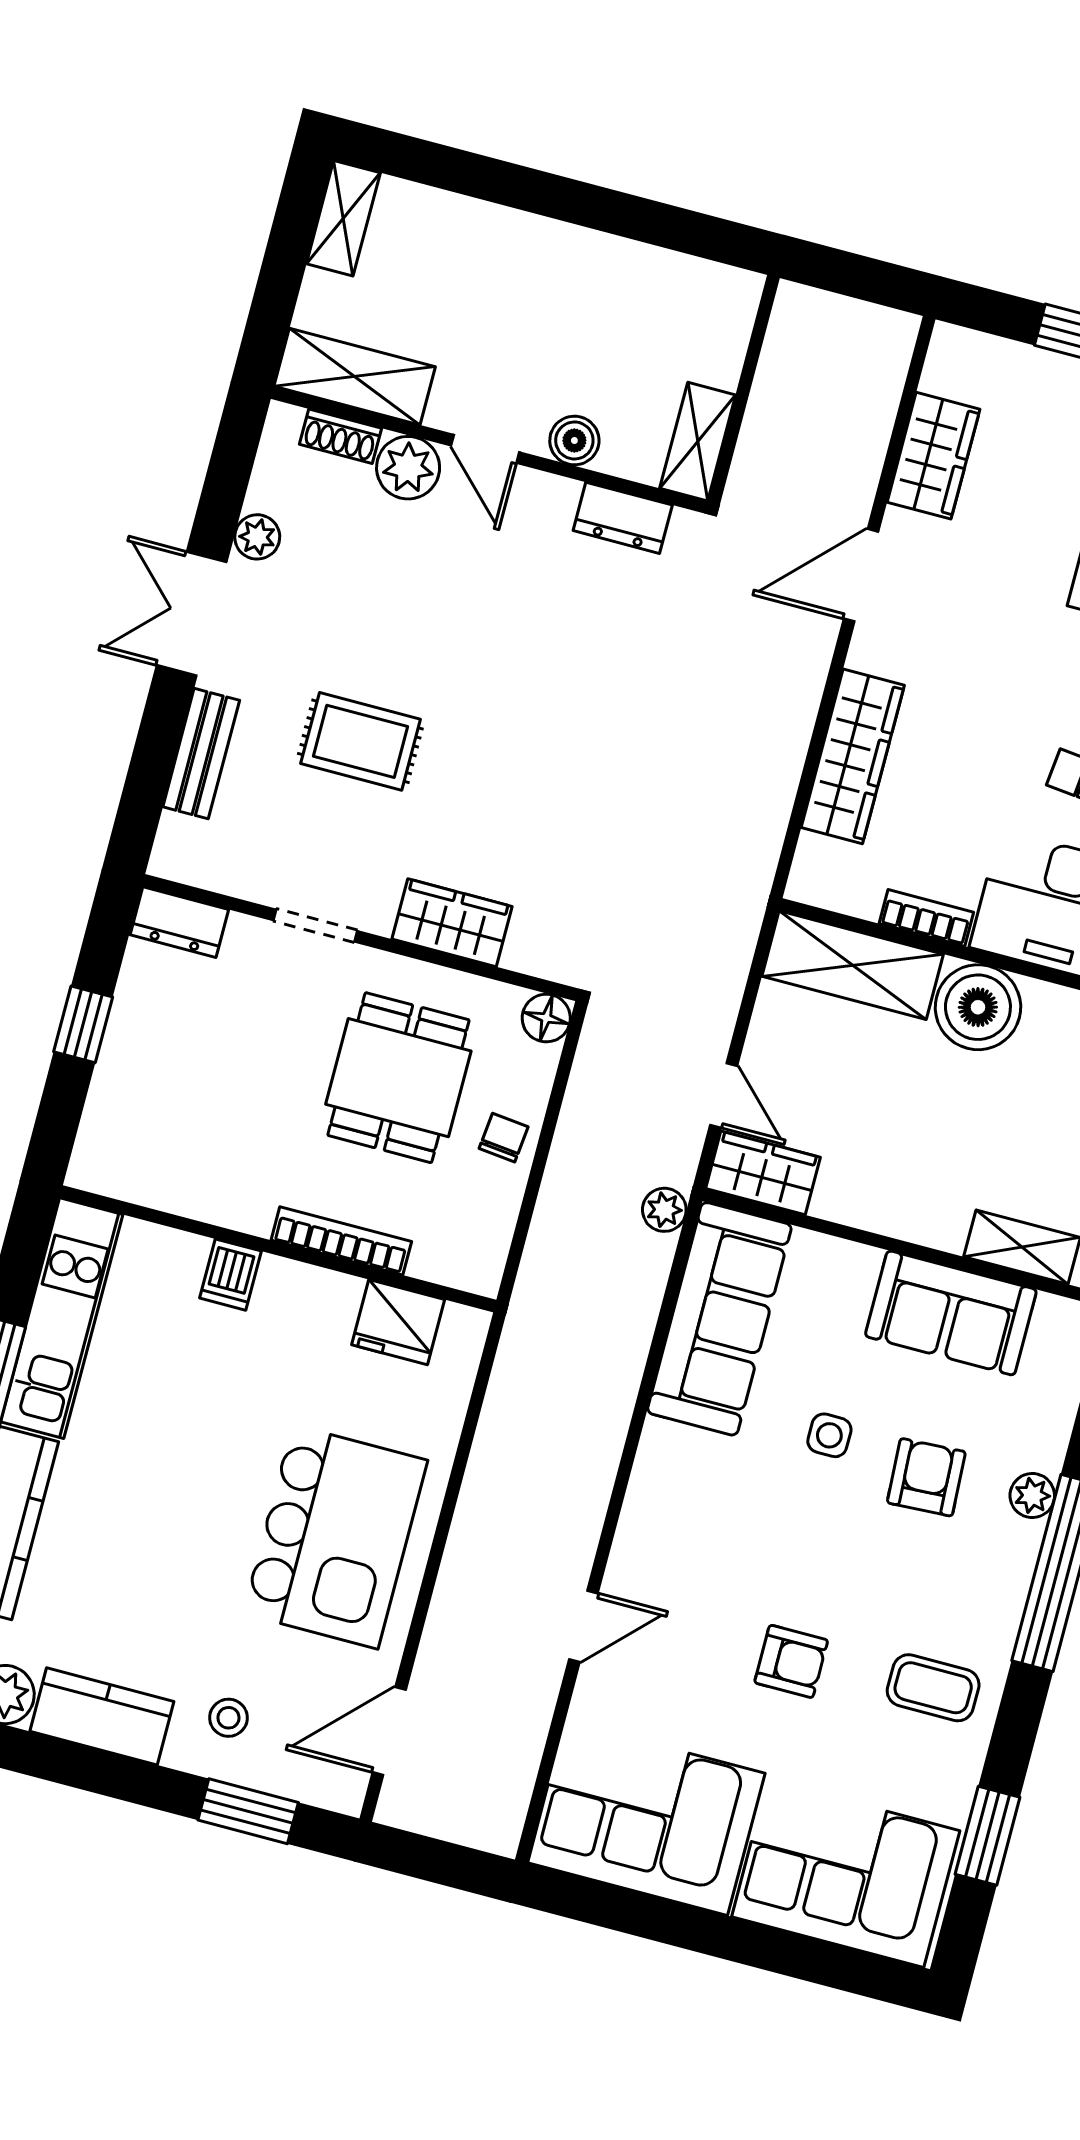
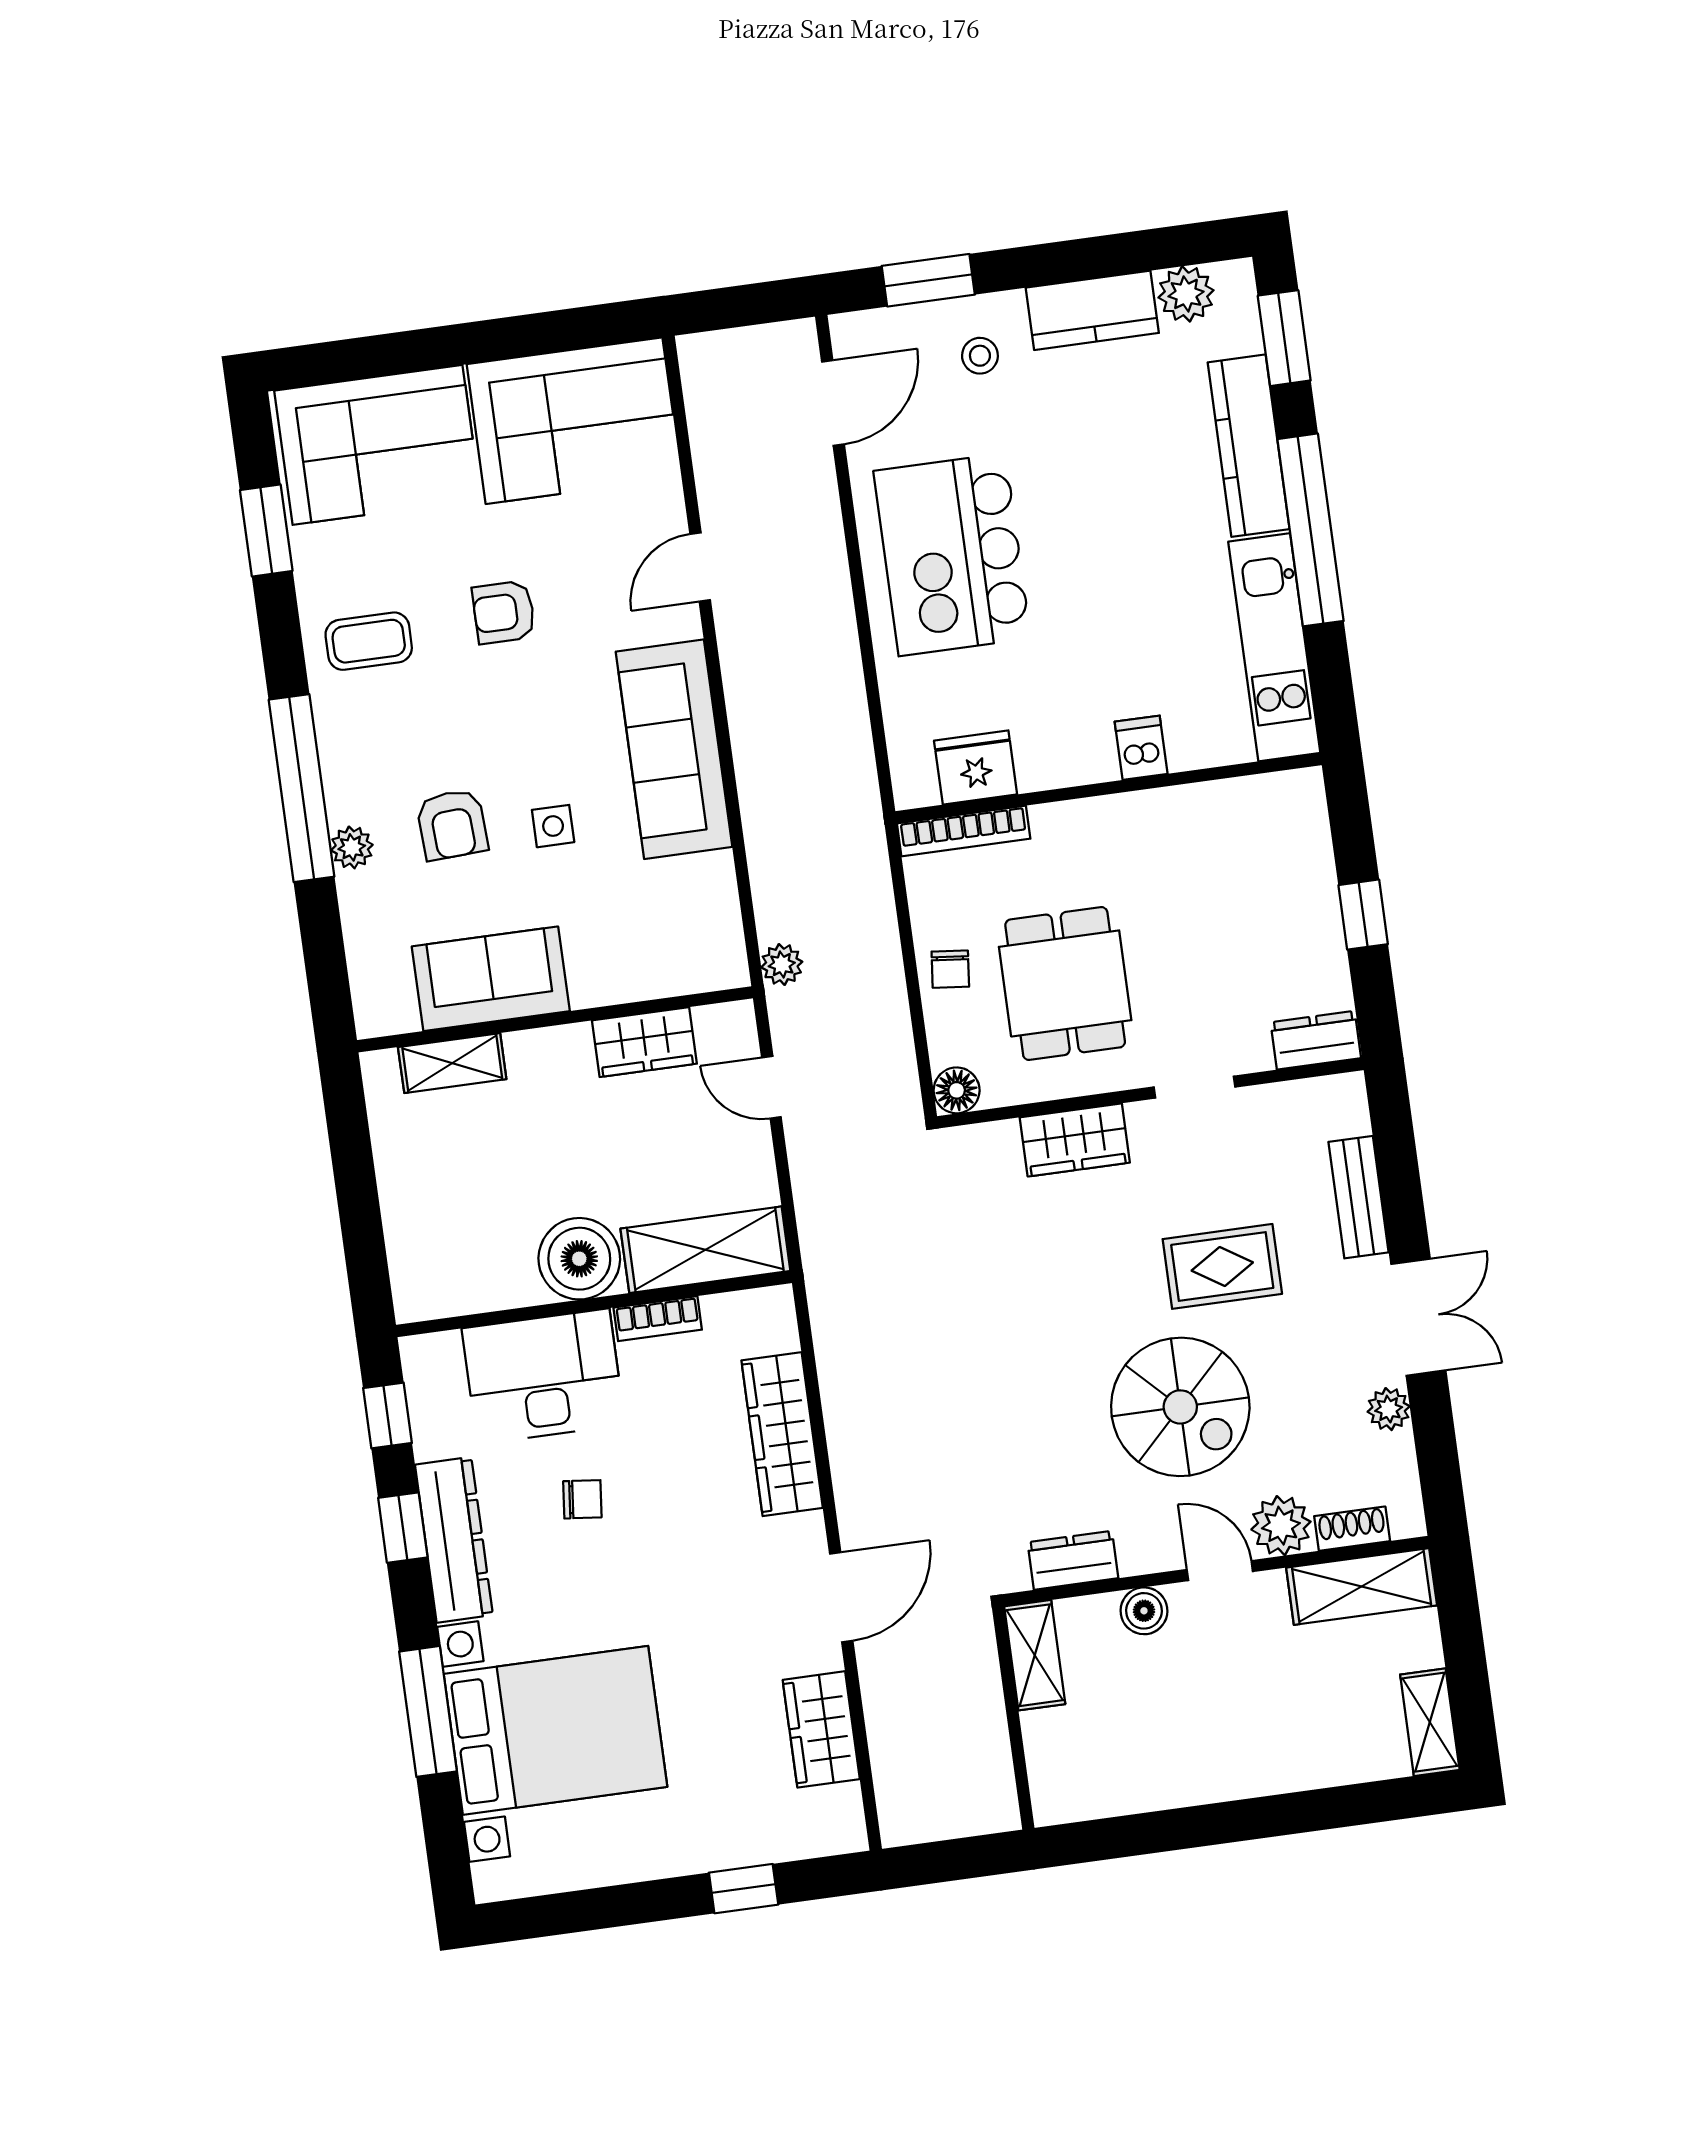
spiral stairs: (457, 623) -> (1180, 1407), added
wardrobe: (763, 1173) -> (644, 1042), moved
bookcase: (341, 1241) -> (964, 831), moved
sofa: (719, 1319) -> (674, 749), moved

